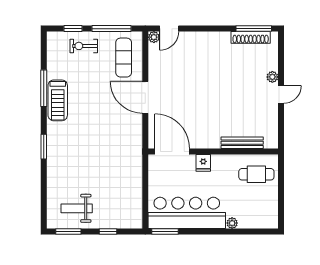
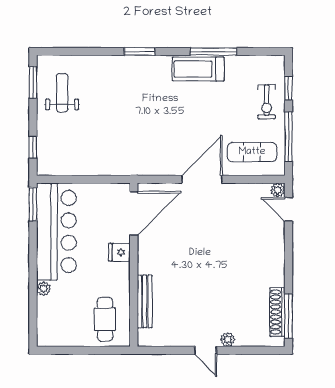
exercise bike: (84, 46) -> (267, 102), turned 180
window: (108, 232) -> (33, 147), moved

